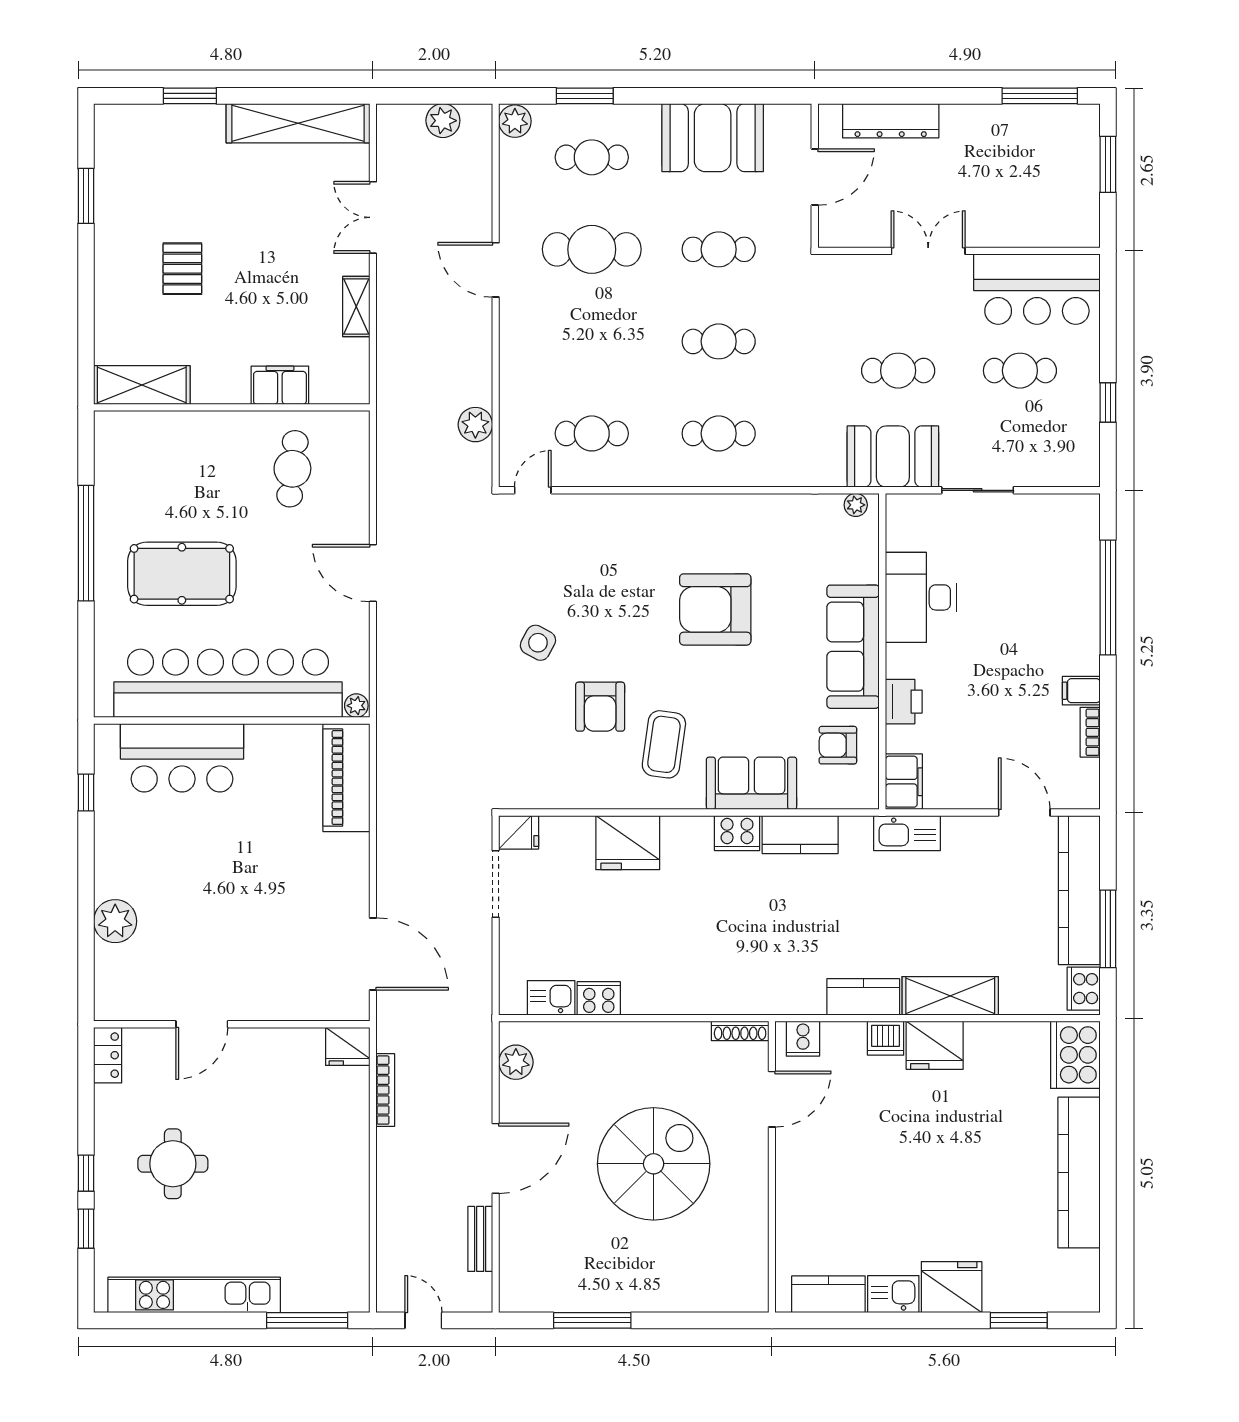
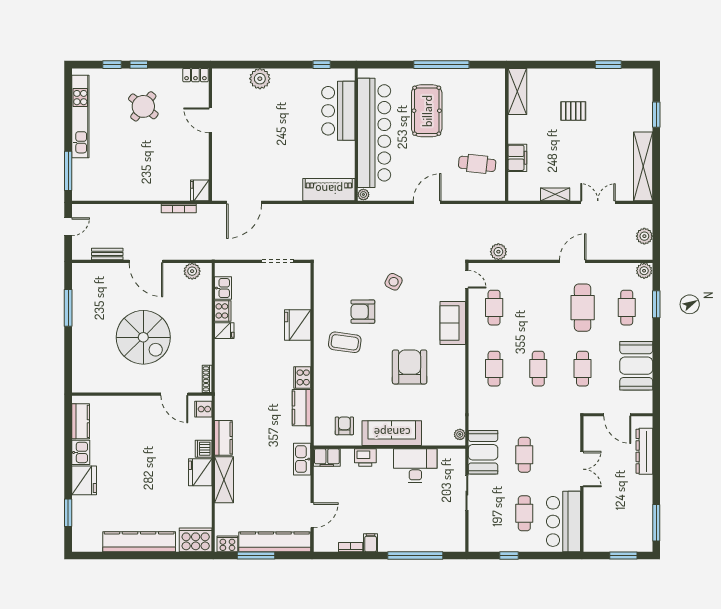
sofa: (752, 783) -> (453, 323), moved, turned 180
fridge: (519, 832) -> (224, 331), moved, turned -90
round table: (173, 1164) -> (143, 106), turned 38

